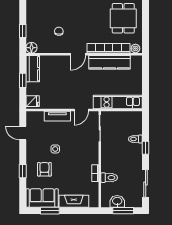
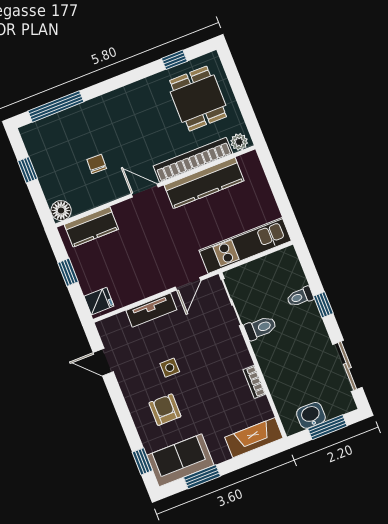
window: (23, 31) -> (28, 170), moved
door: (78, 54) -> (145, 191), swing flipped
kitchen counter: (33, 69) -> (91, 227), moved, turned 90
window: (23, 171) -> (142, 461), moved
toilet: (109, 178) -> (260, 328), moved
fireplace: (74, 201) -> (254, 438), moved

